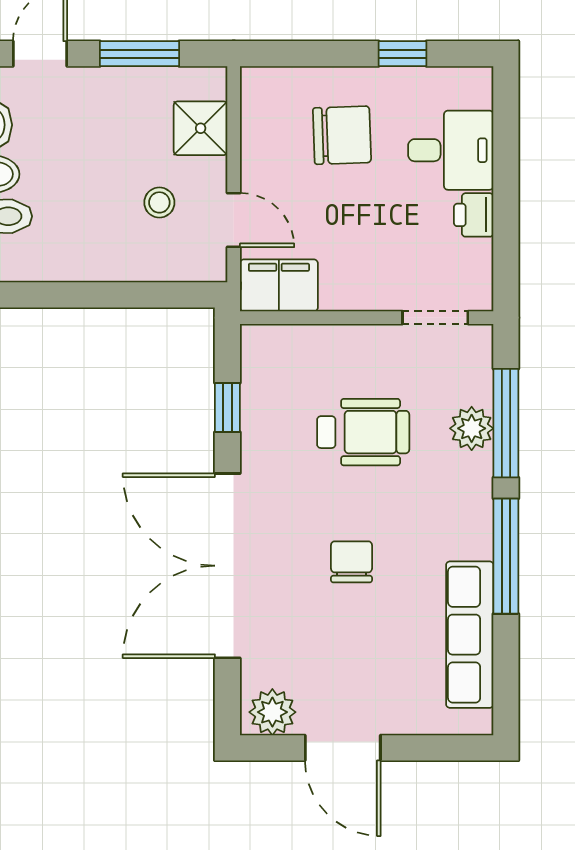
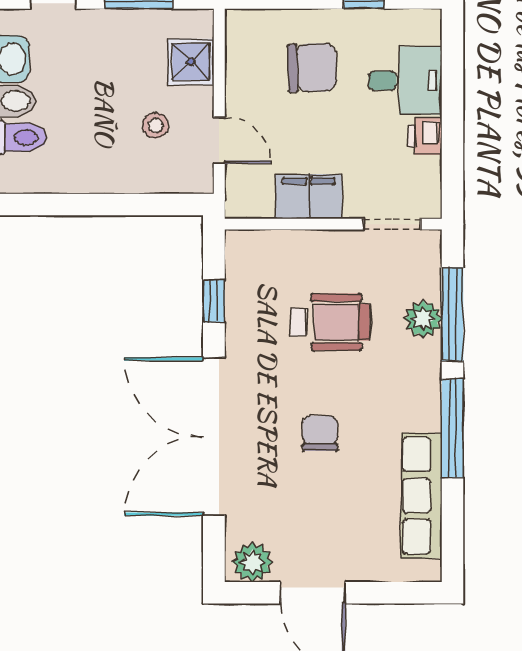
filing cabinet: (279, 285) -> (309, 196), moved

